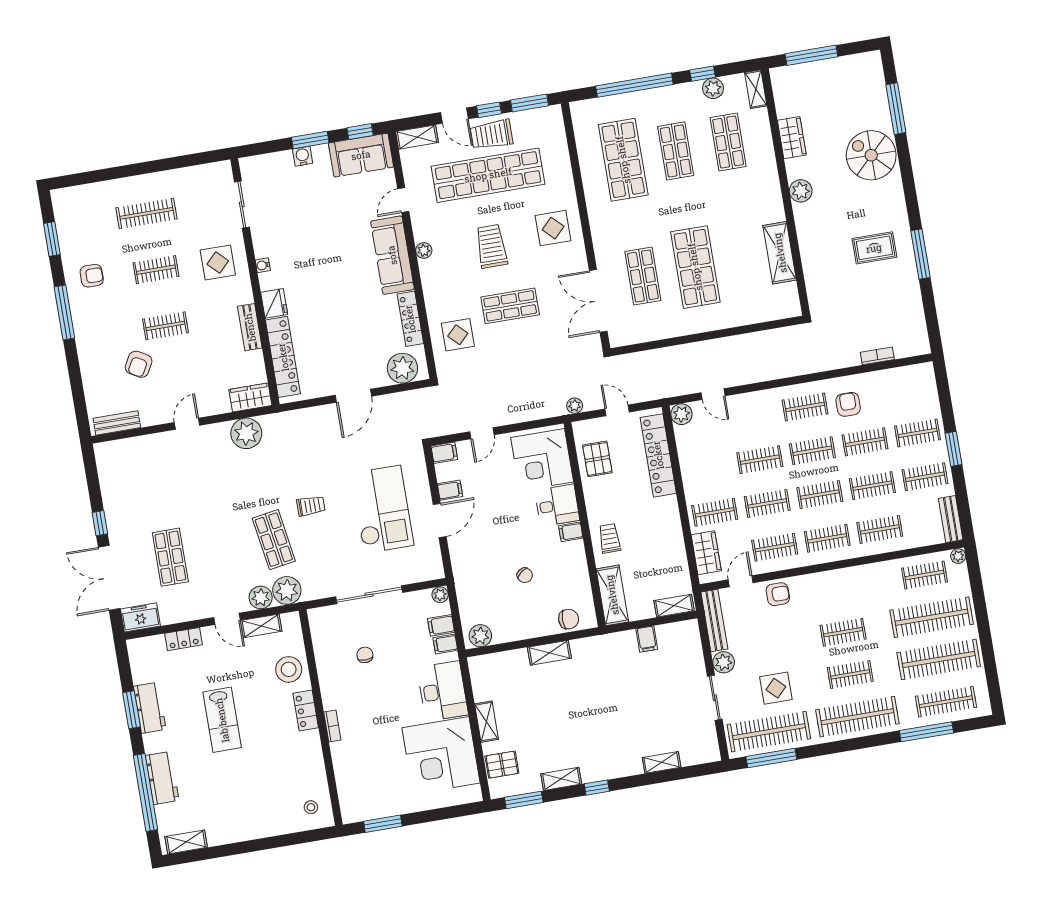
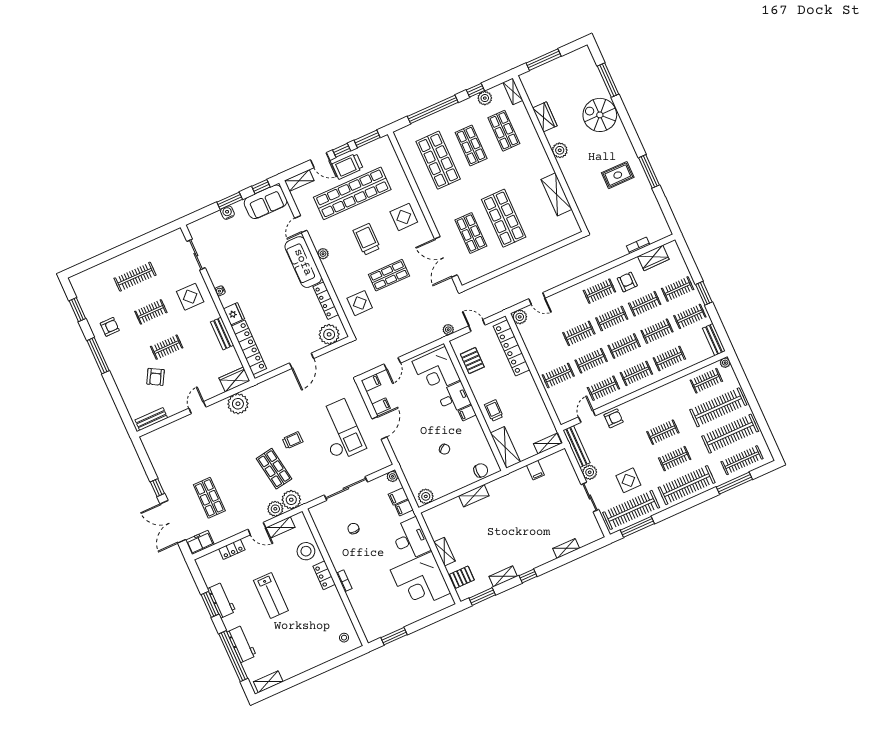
wardrobe: (706, 553) -> (653, 258), moved, turned 90

